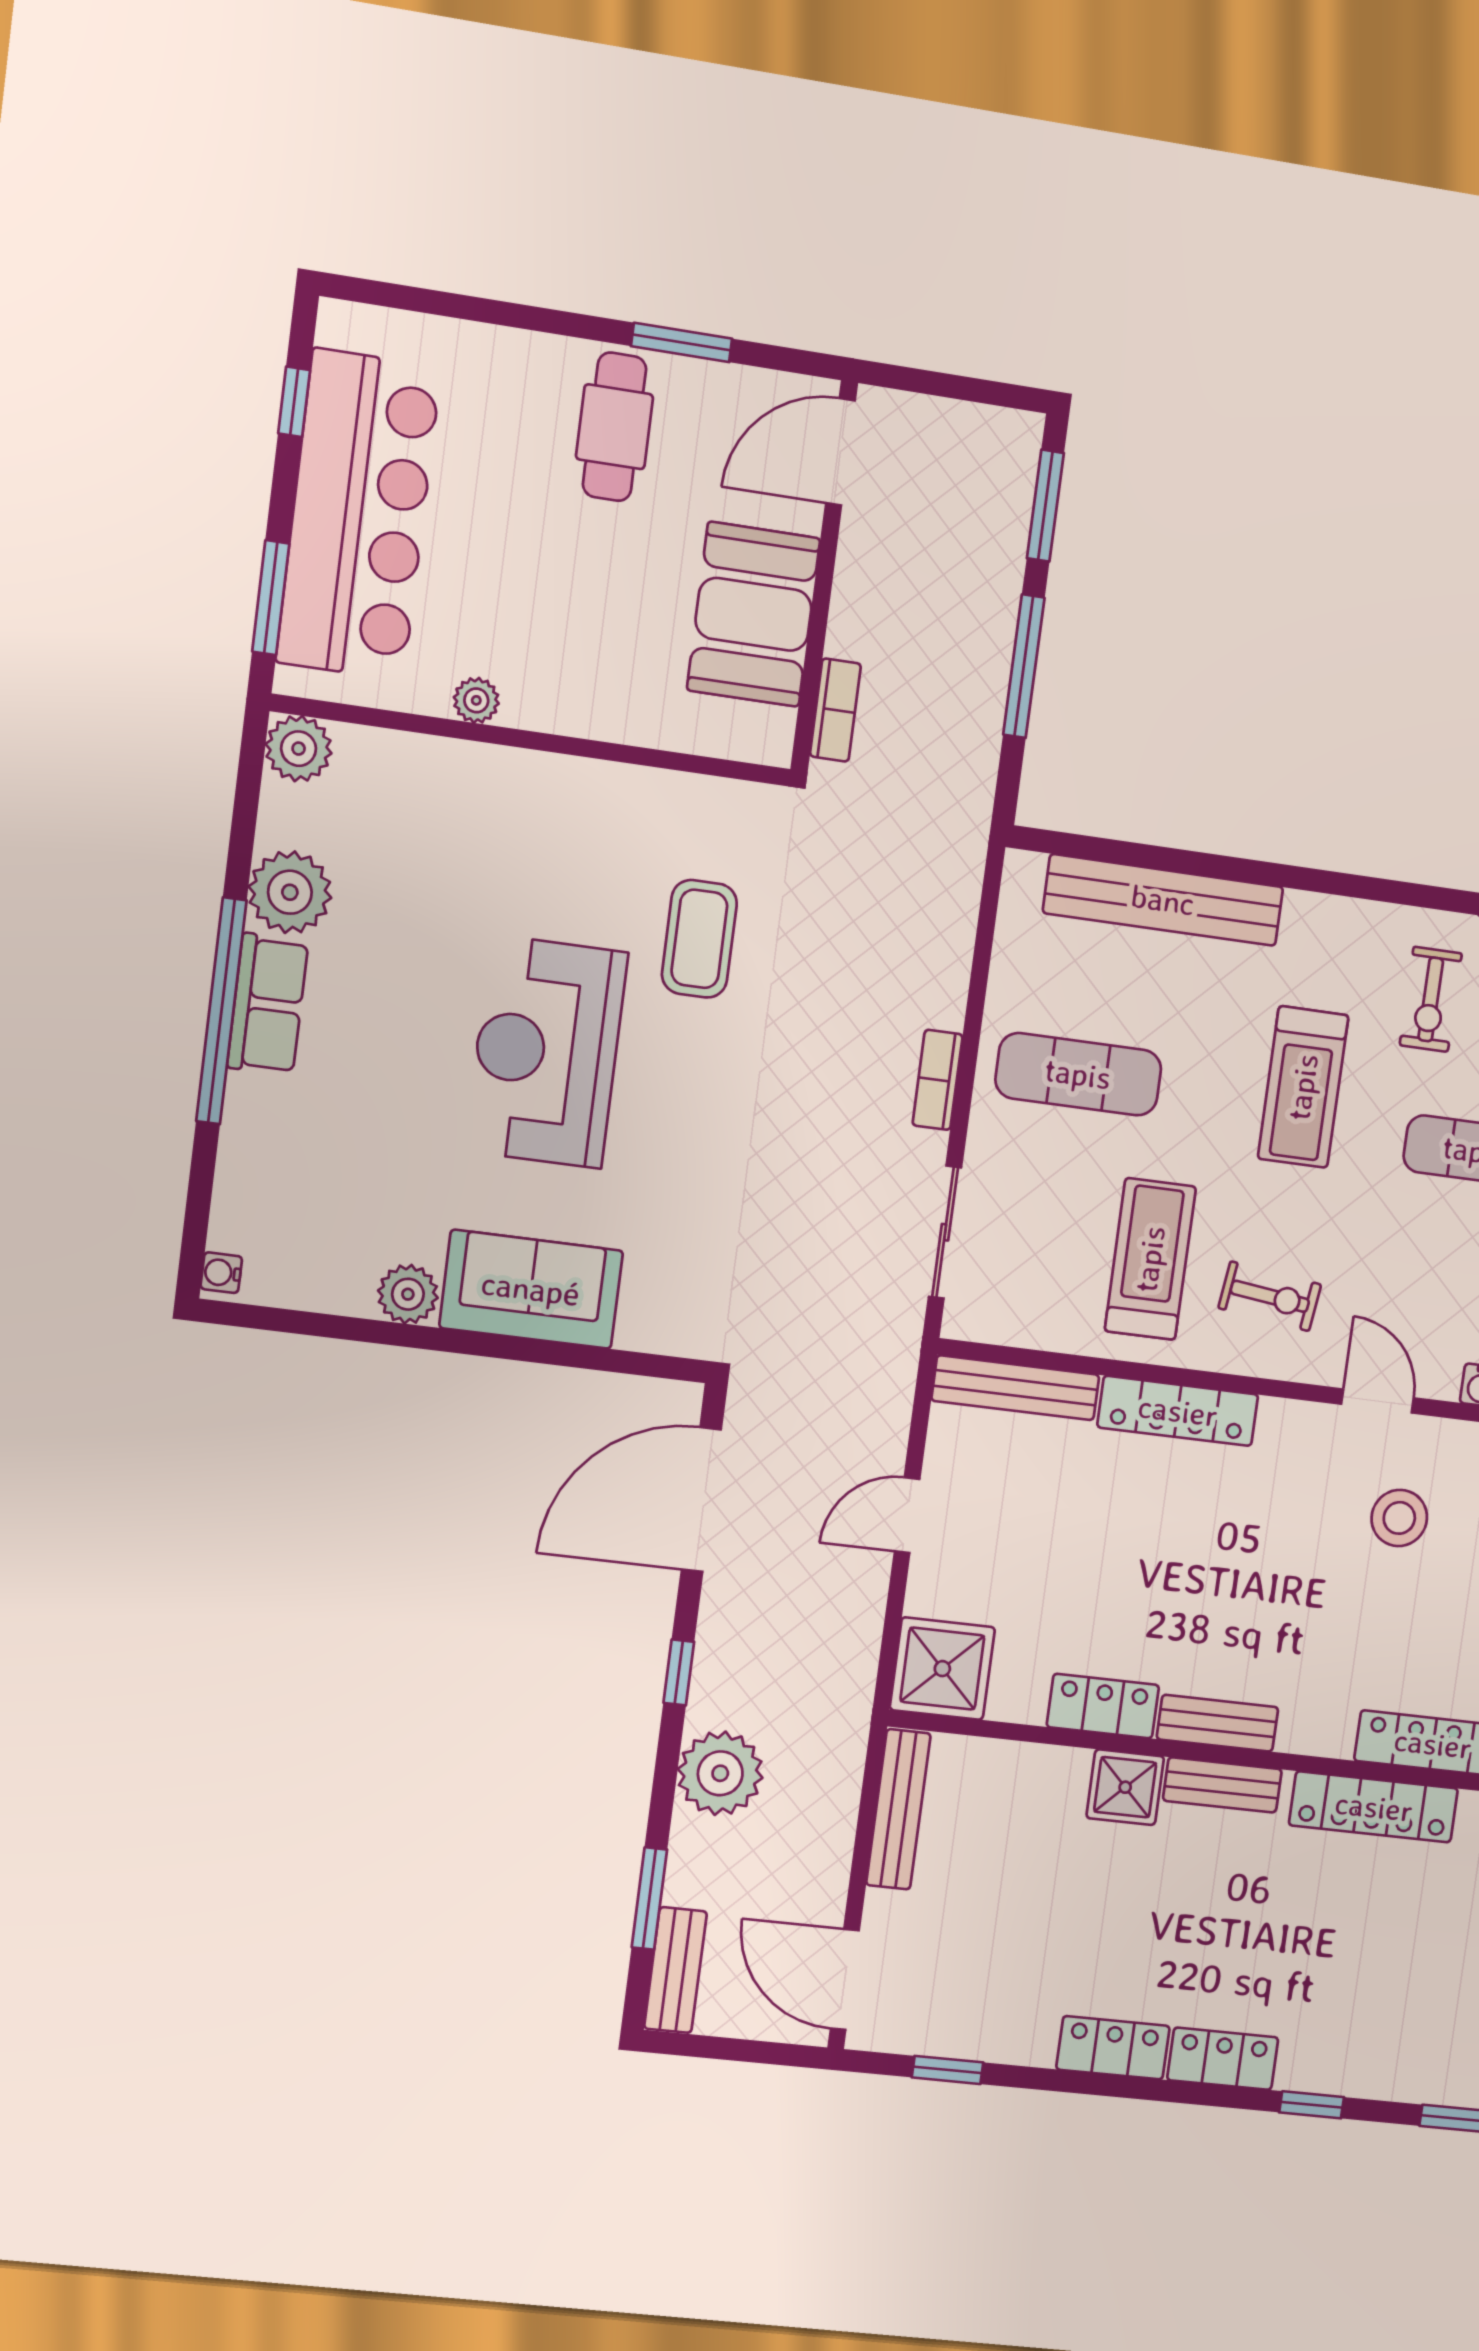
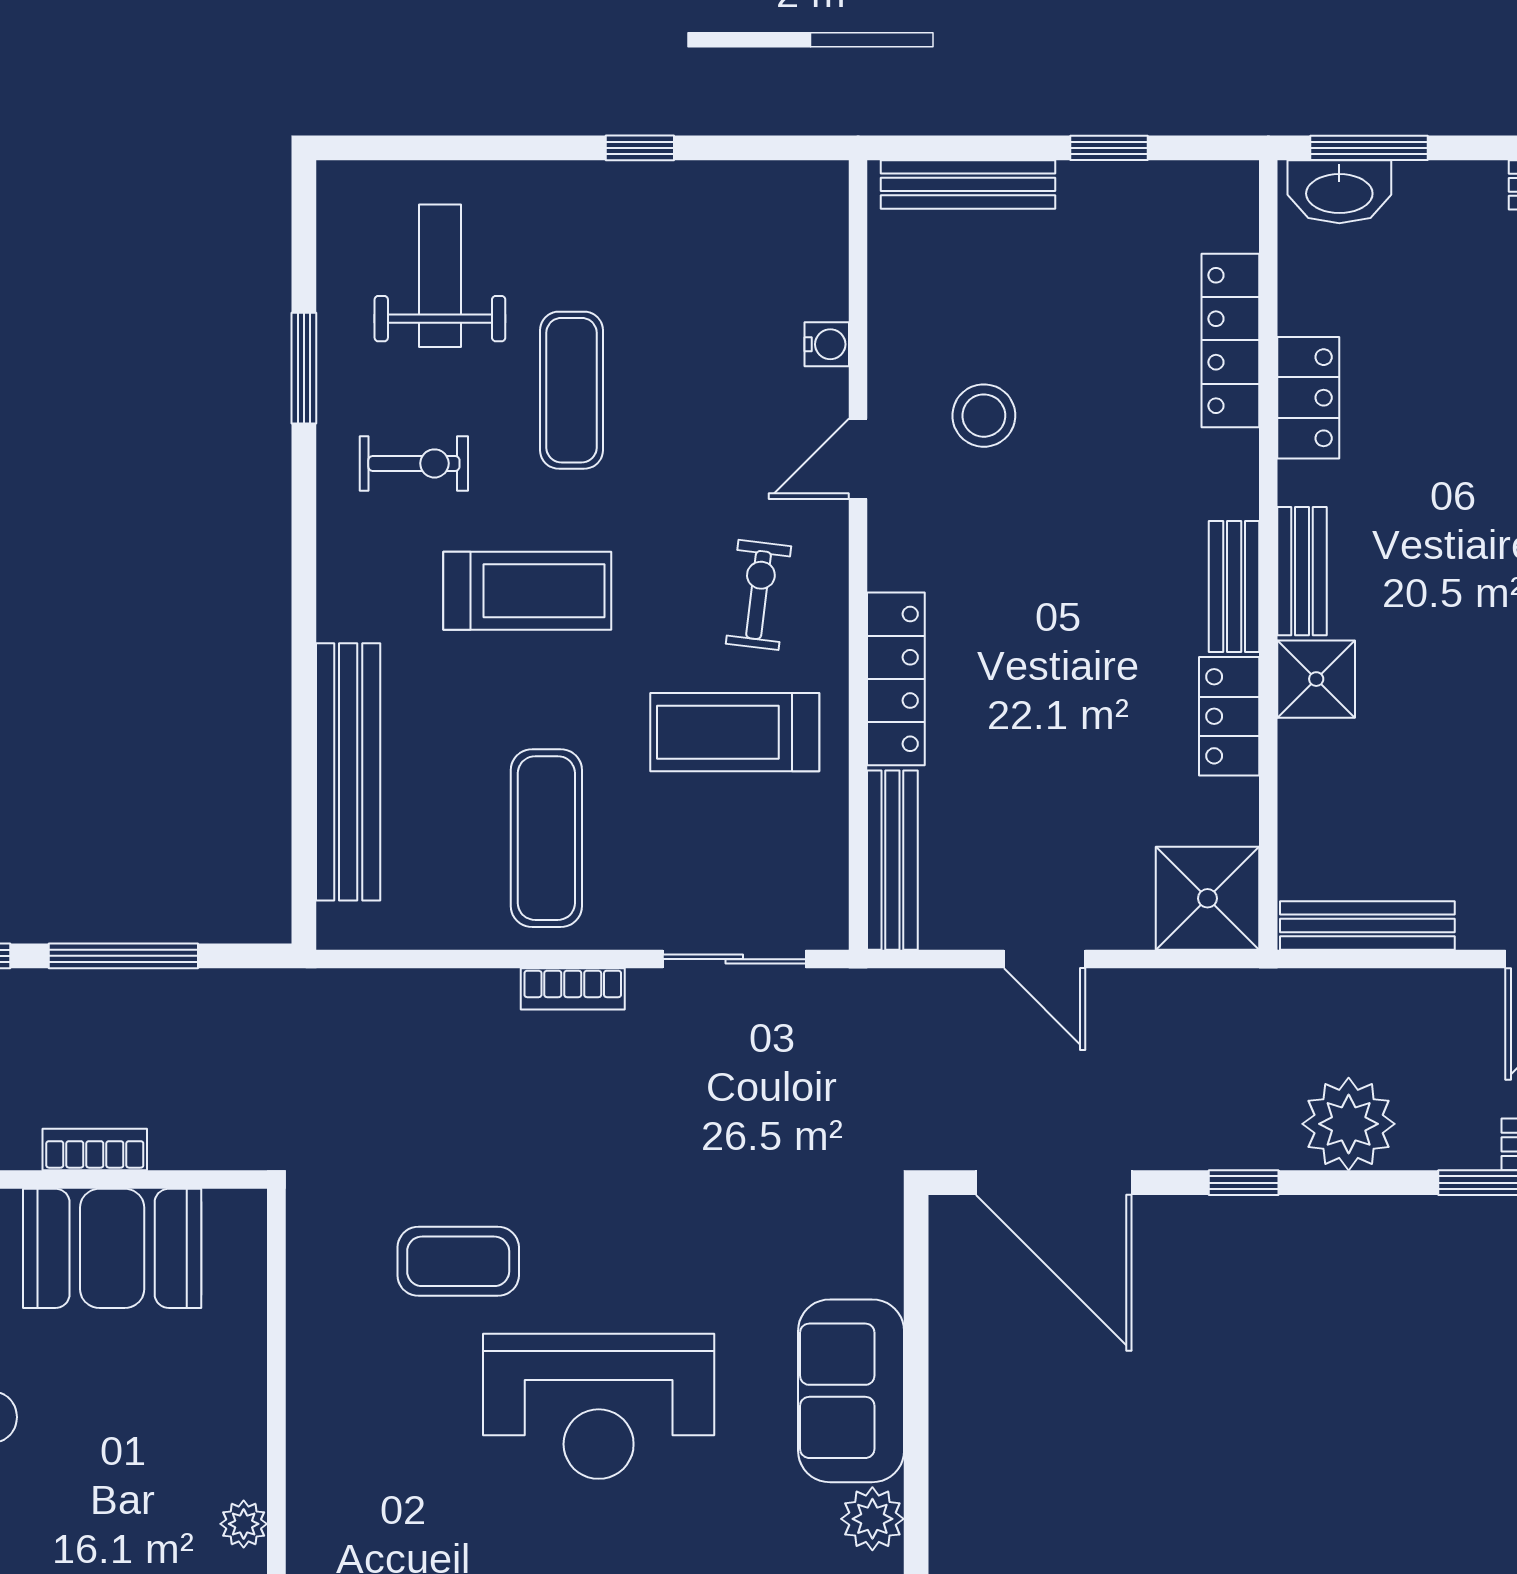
bookcase: (835, 710) -> (95, 1149), moved
locker: (1374, 1807) -> (1308, 398), width x0.66

